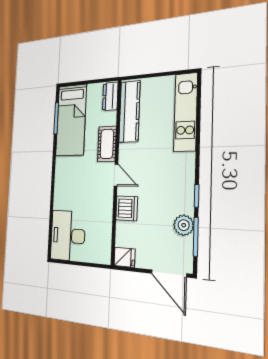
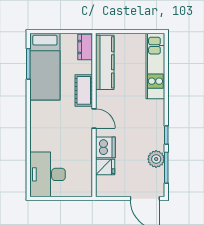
fridge: (124, 257) -> (105, 167), moved

